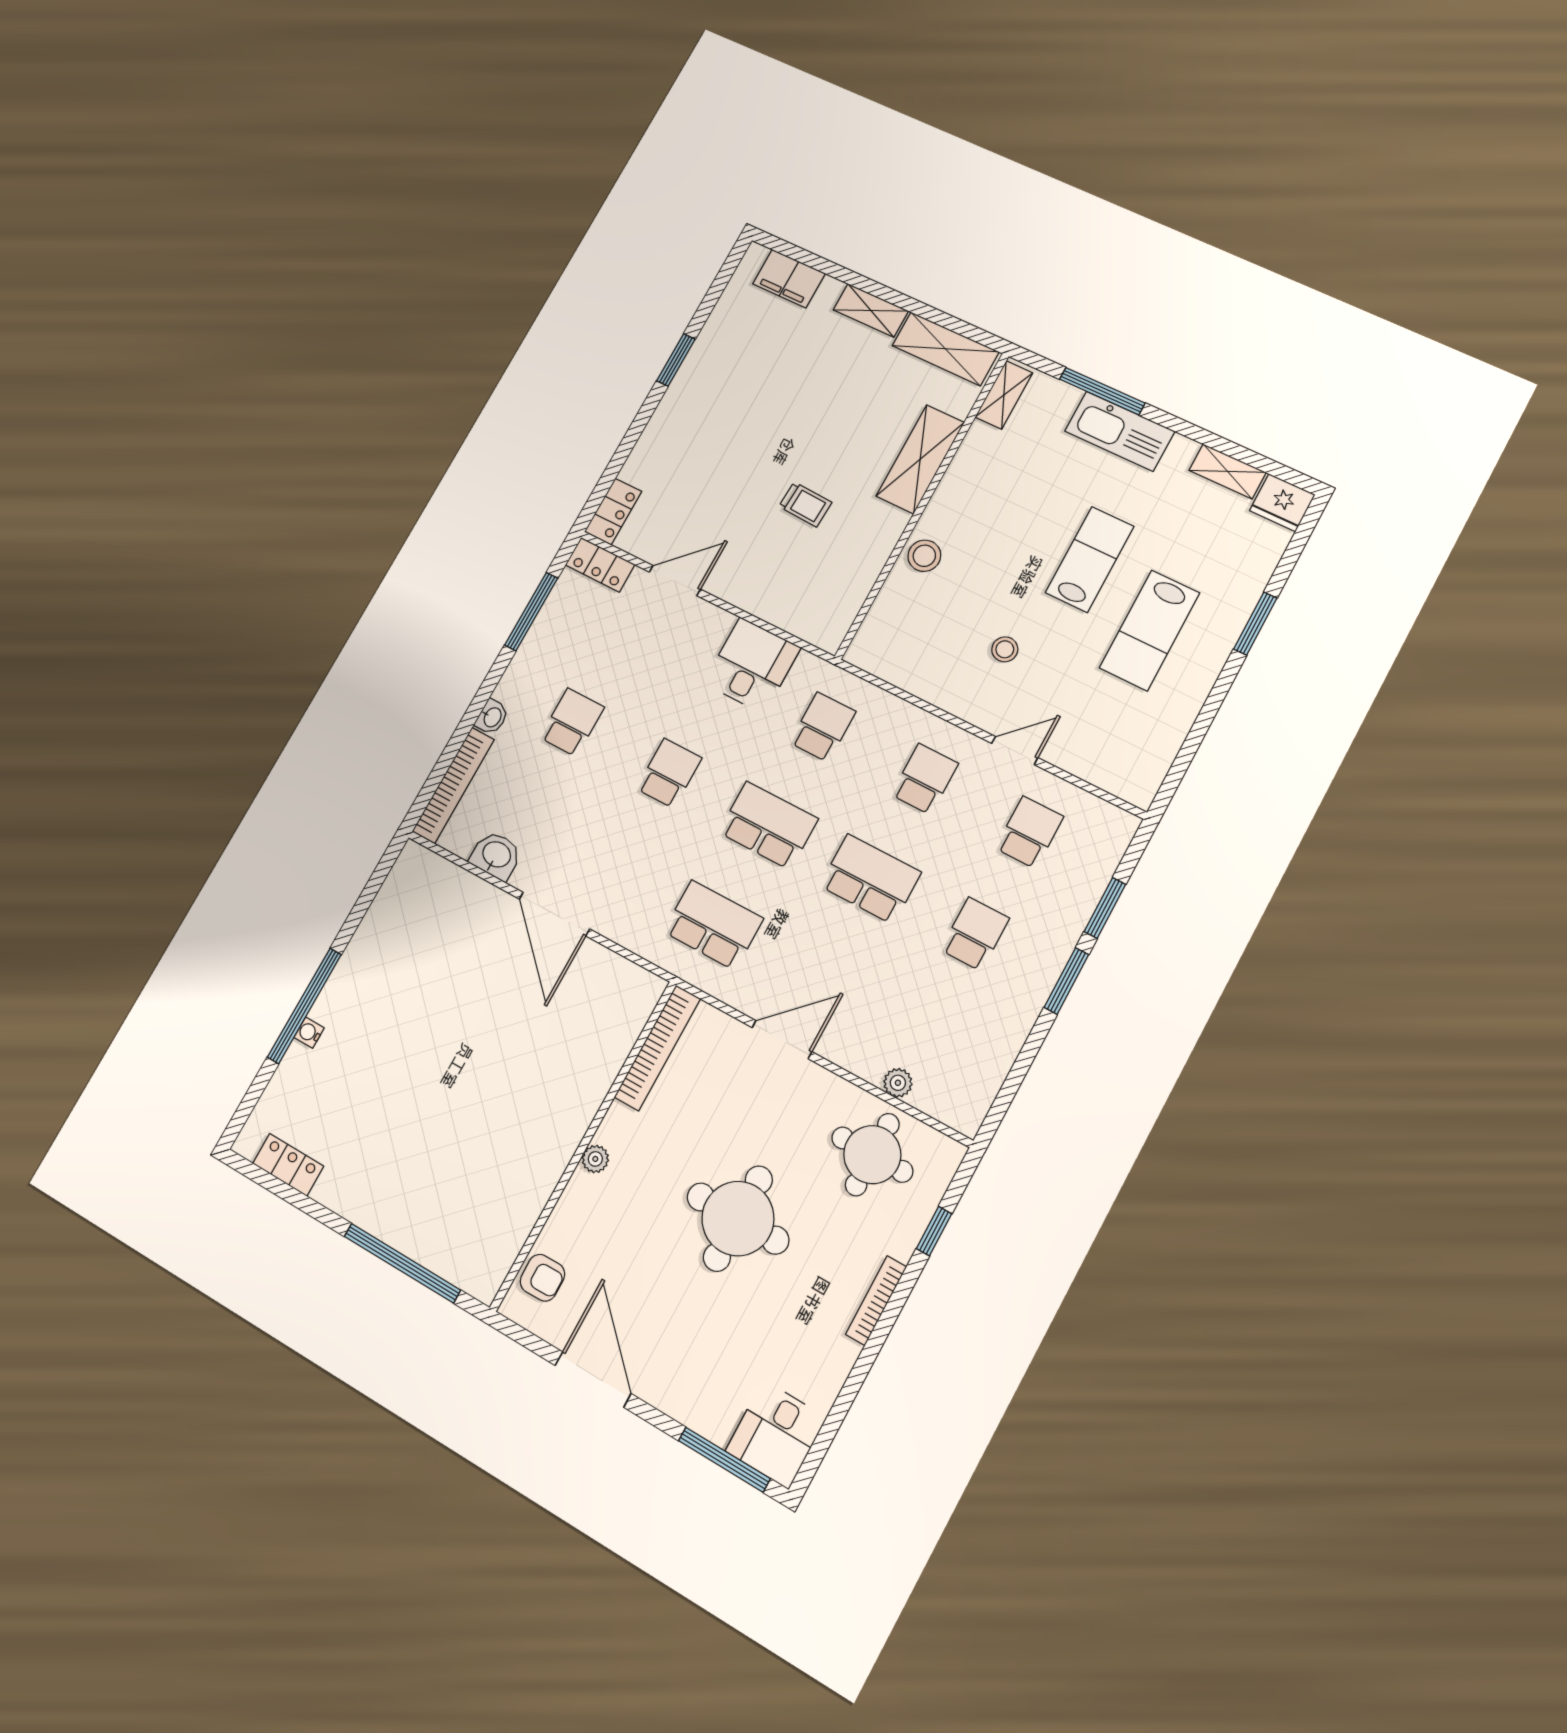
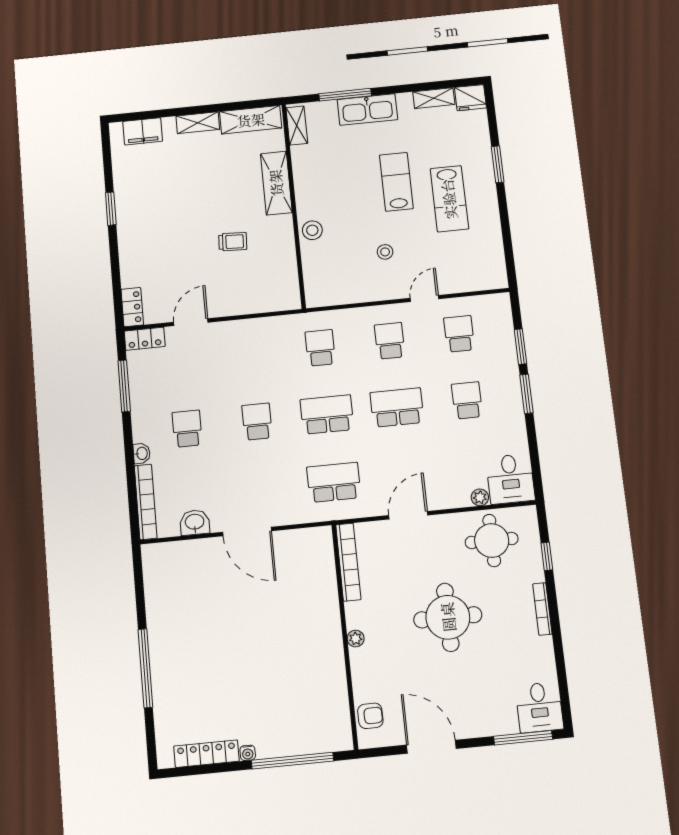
desk: (752, 665) -> (510, 479), moved, turned 180
water cooler: (309, 1033) -> (248, 753), moved, turned -90
locker: (288, 1165) -> (206, 754), width x1.53

